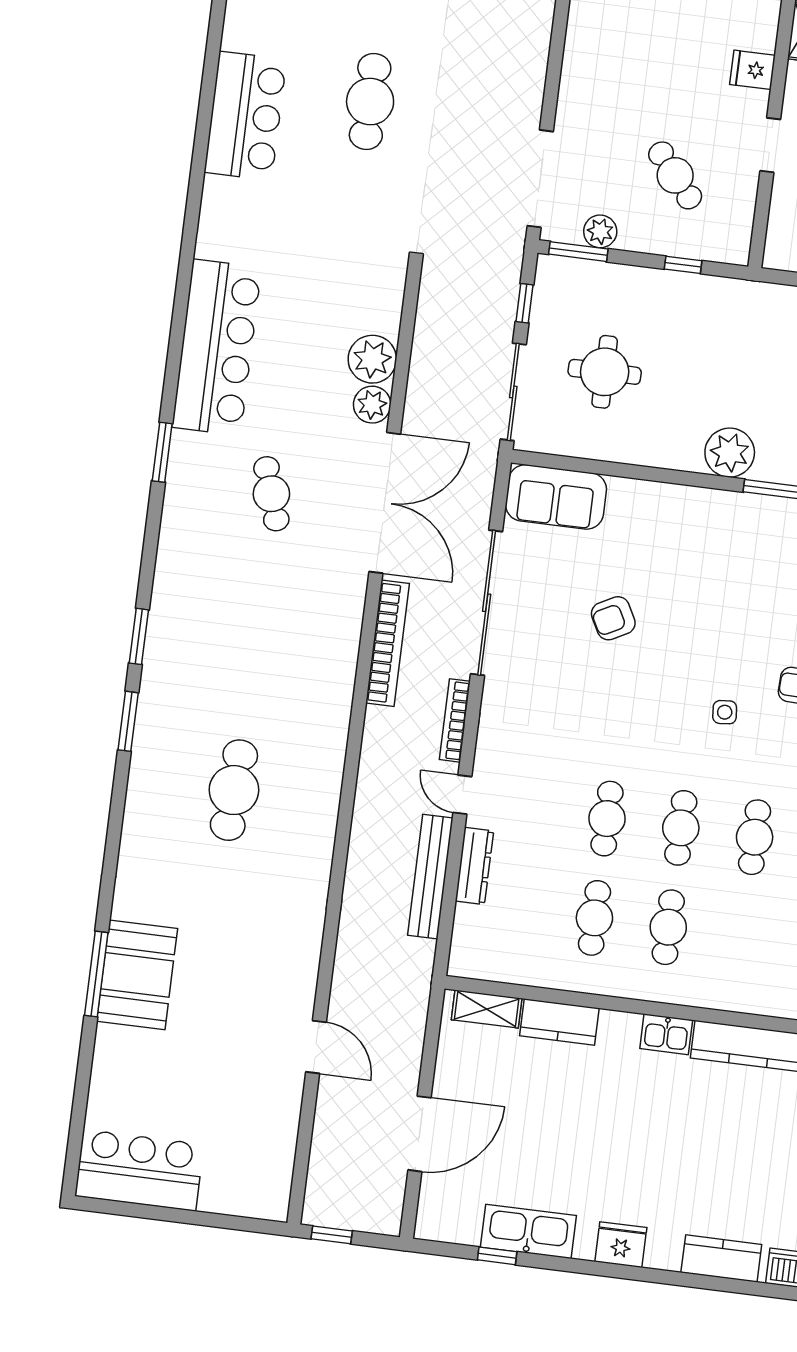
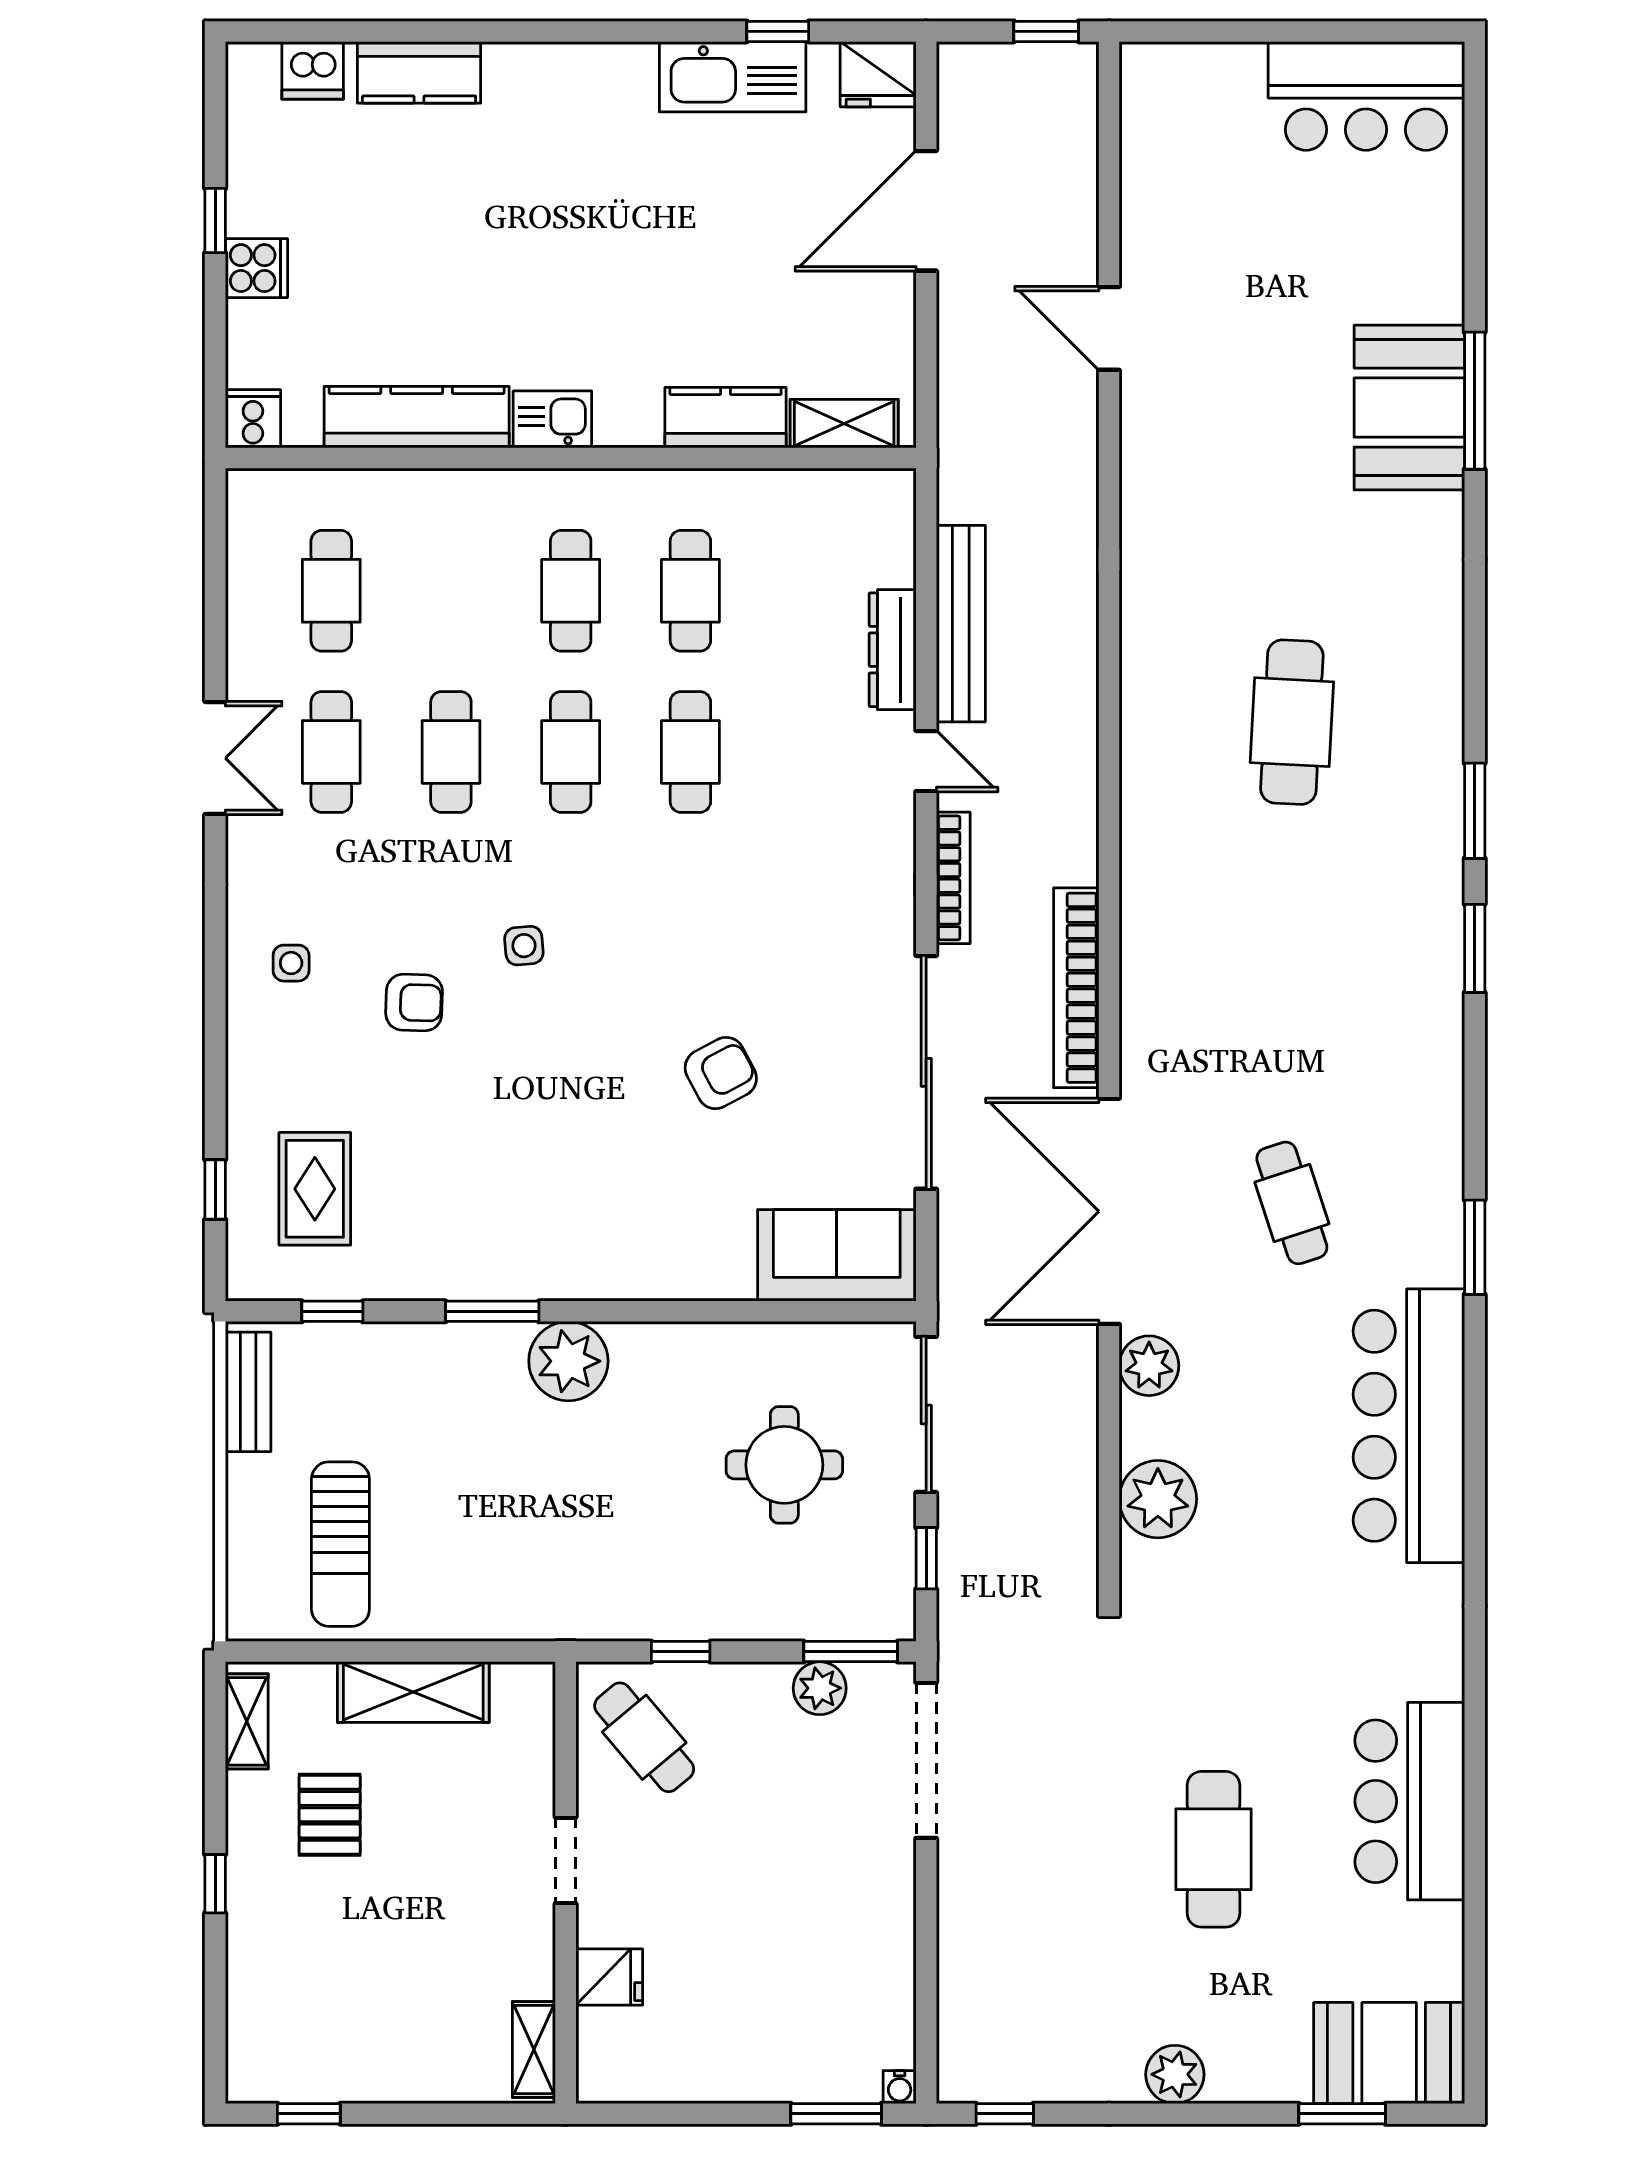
cafe table: (675, 175) -> (644, 1737), moved
plant: (372, 359) -> (1158, 1499), moved
fridge: (621, 1245) -> (878, 74), moved

